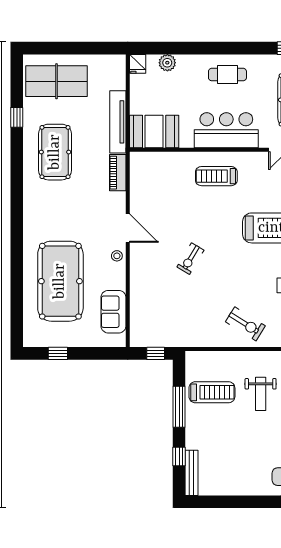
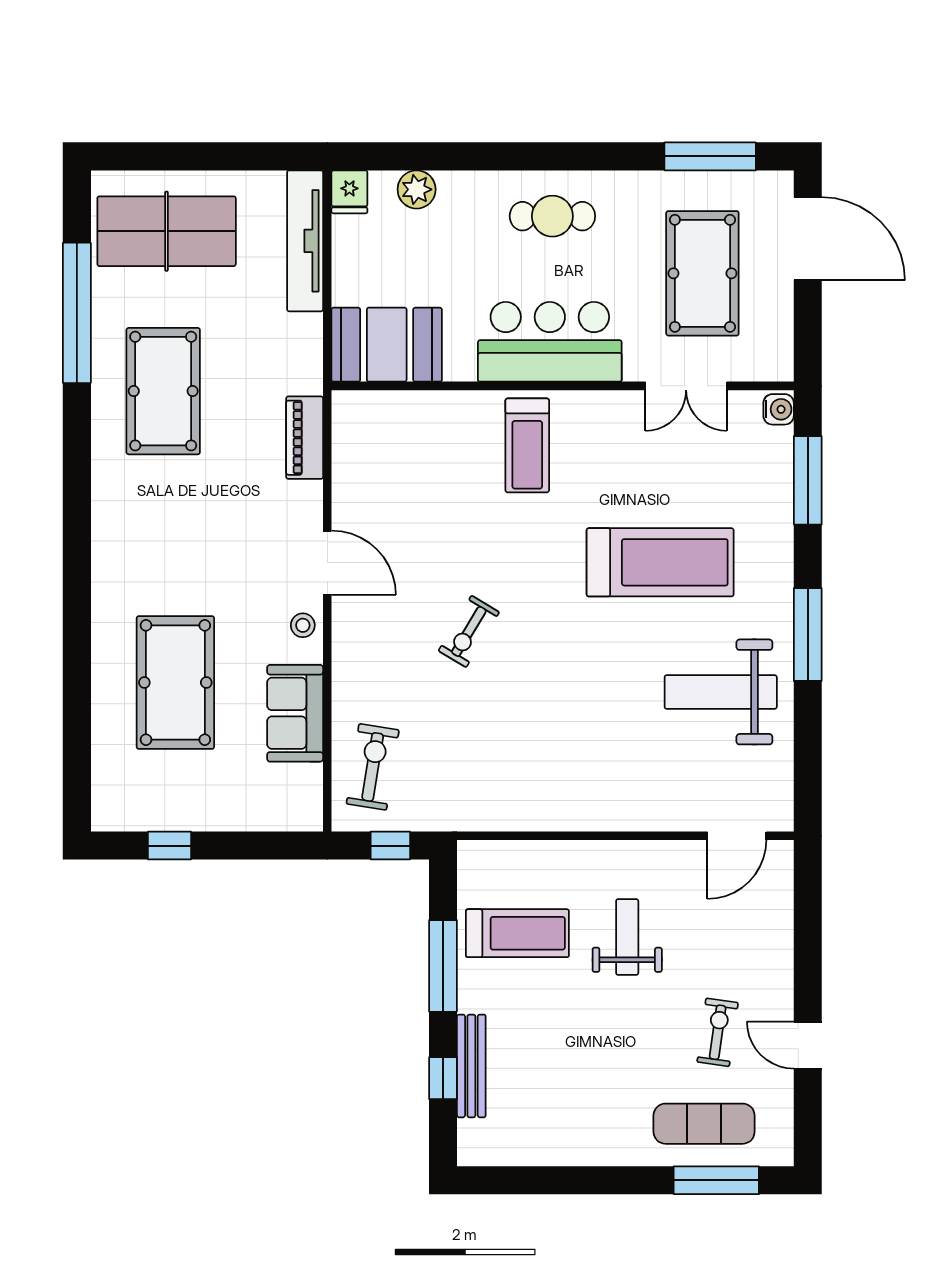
window: (17, 117) -> (77, 313), width x3.17
tv unit: (118, 122) -> (305, 241), moved
treadmill: (216, 176) -> (527, 445), turned -90
pool table: (60, 281) -> (175, 683), width x0.73, depth x0.76
sofa: (113, 312) -> (295, 713), moved
exercise bike: (245, 324) -> (373, 767), moved, turned -113
weight bench: (261, 394) -> (627, 937), turned 180
bench: (192, 473) -> (471, 1066), moved

